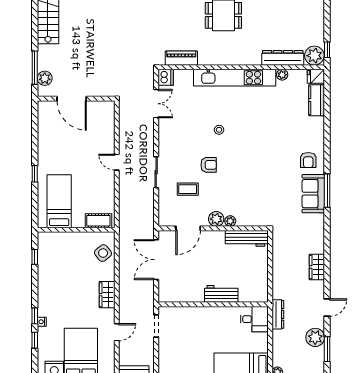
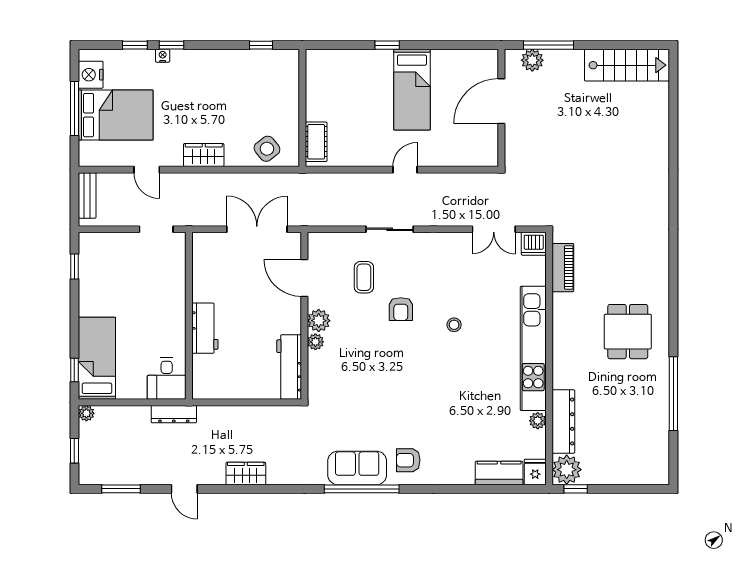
window: (327, 191) -> (362, 489), width x1.46
bed: (59, 201) -> (412, 90), moved, turned 90
plant: (315, 337) -> (139, 471), removed

